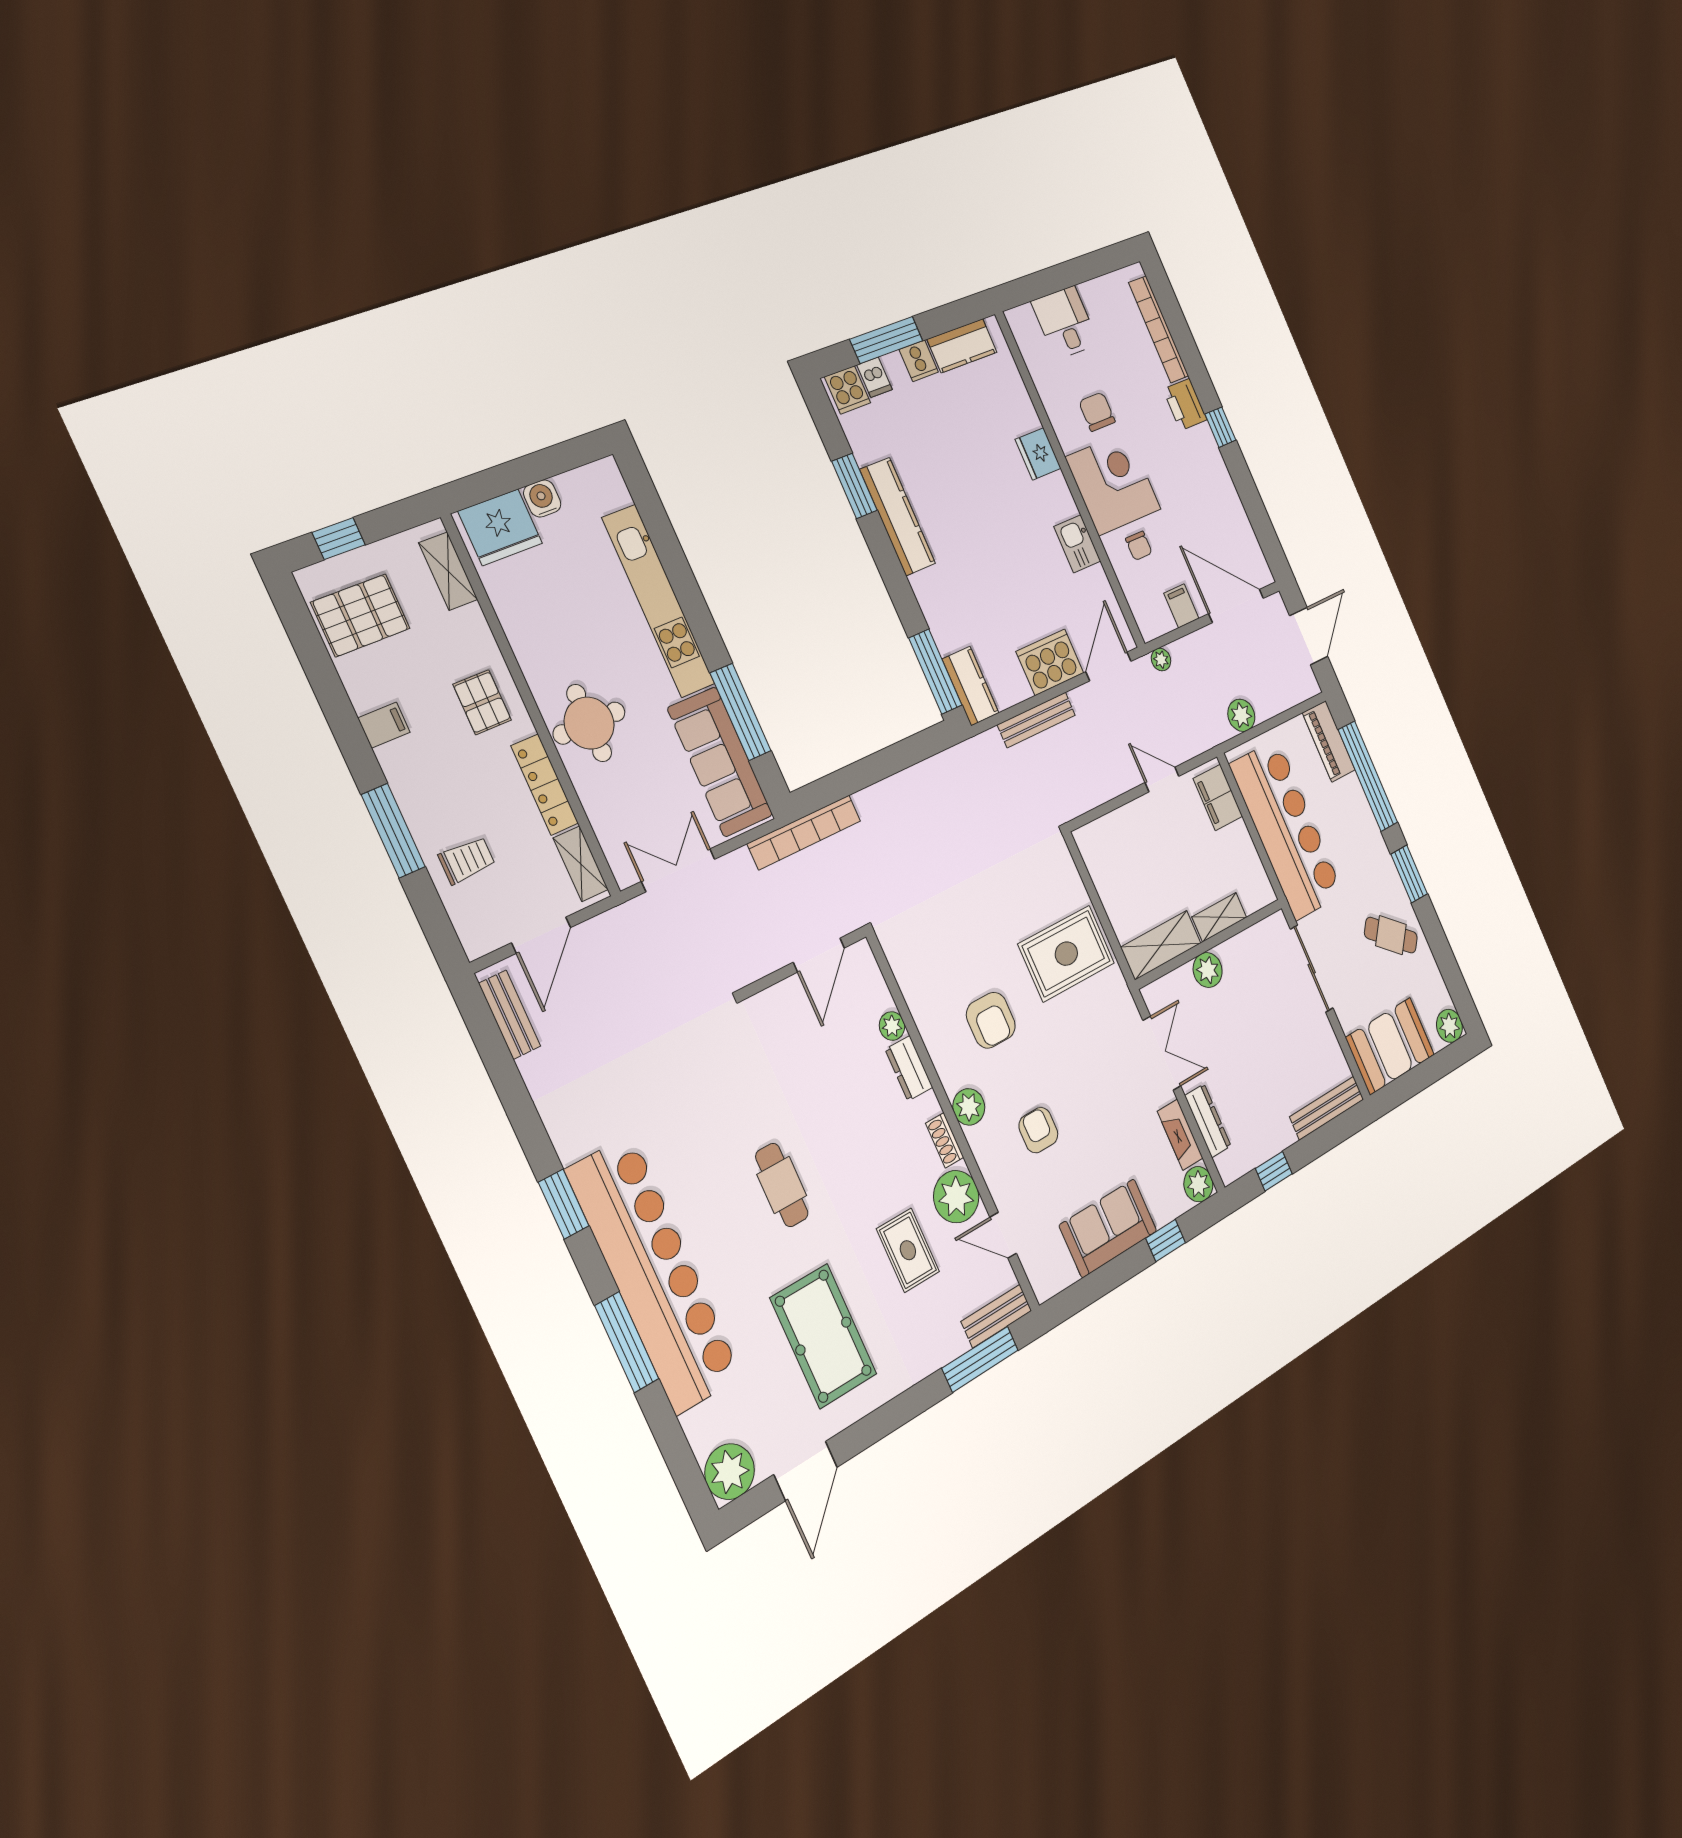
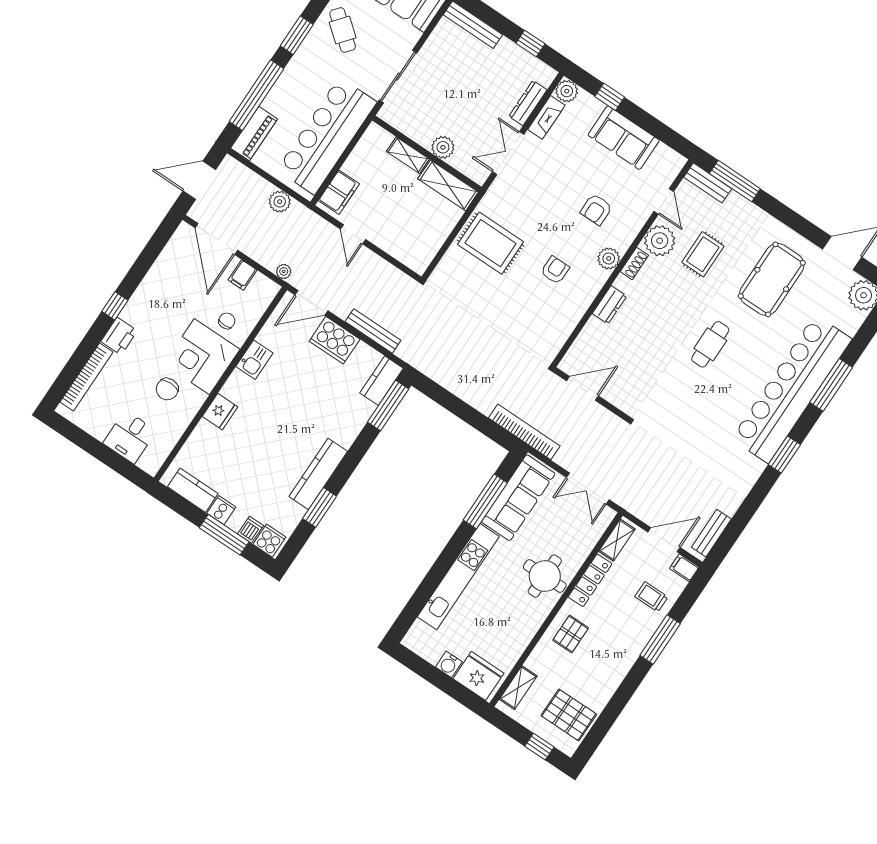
filing cabinet: (384, 725) -> (684, 568), moved
armchair: (991, 1020) -> (555, 270), width x0.72, depth x0.72
plant: (892, 1026) -> (593, 327), removed

